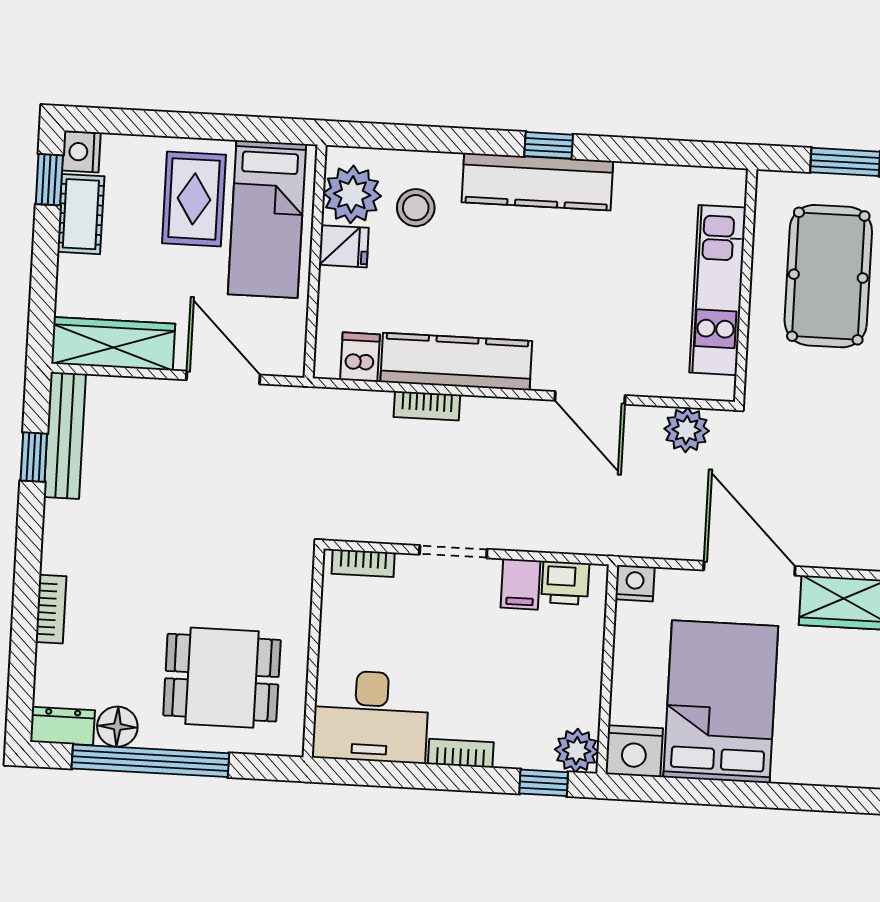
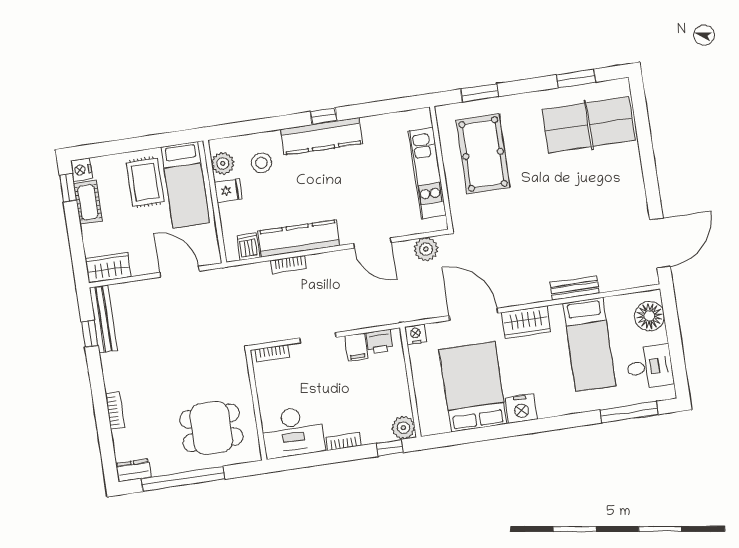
plant: (352, 194) -> (223, 163), width x0.73, depth x0.73
wardrobe: (113, 344) -> (108, 268), width x0.67
floor lamp: (117, 727) -> (162, 465), removed
nightstand: (634, 751) -> (521, 409), moved

